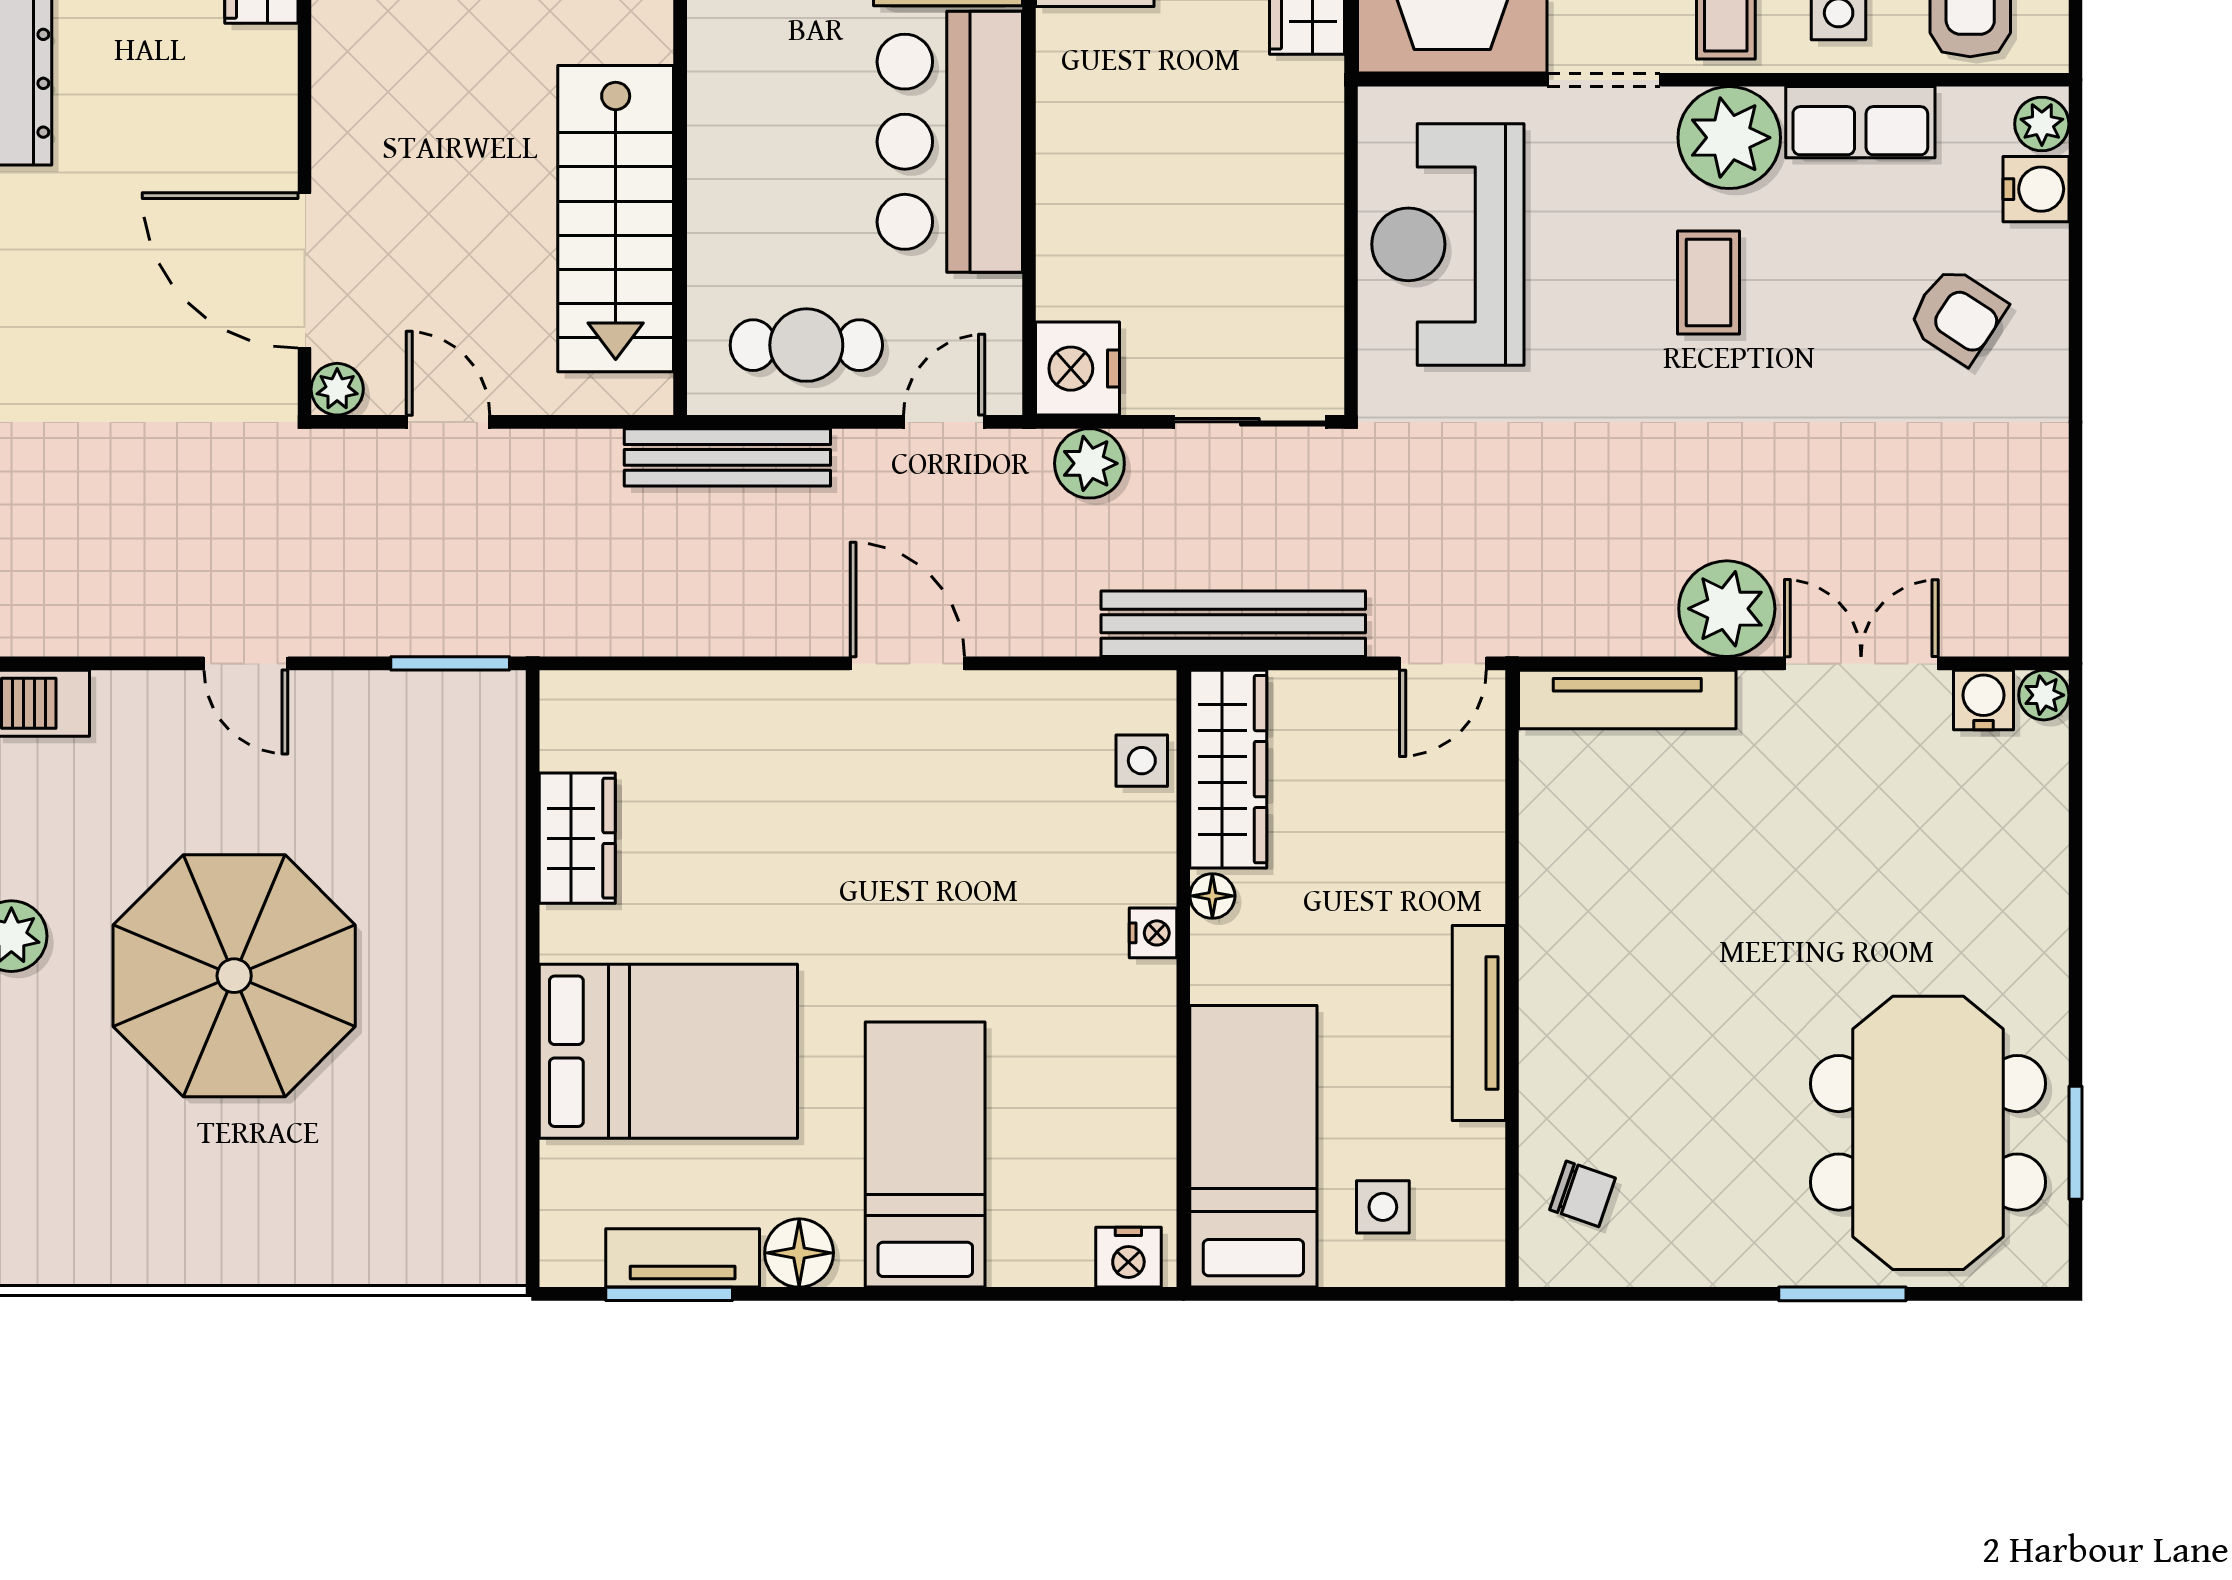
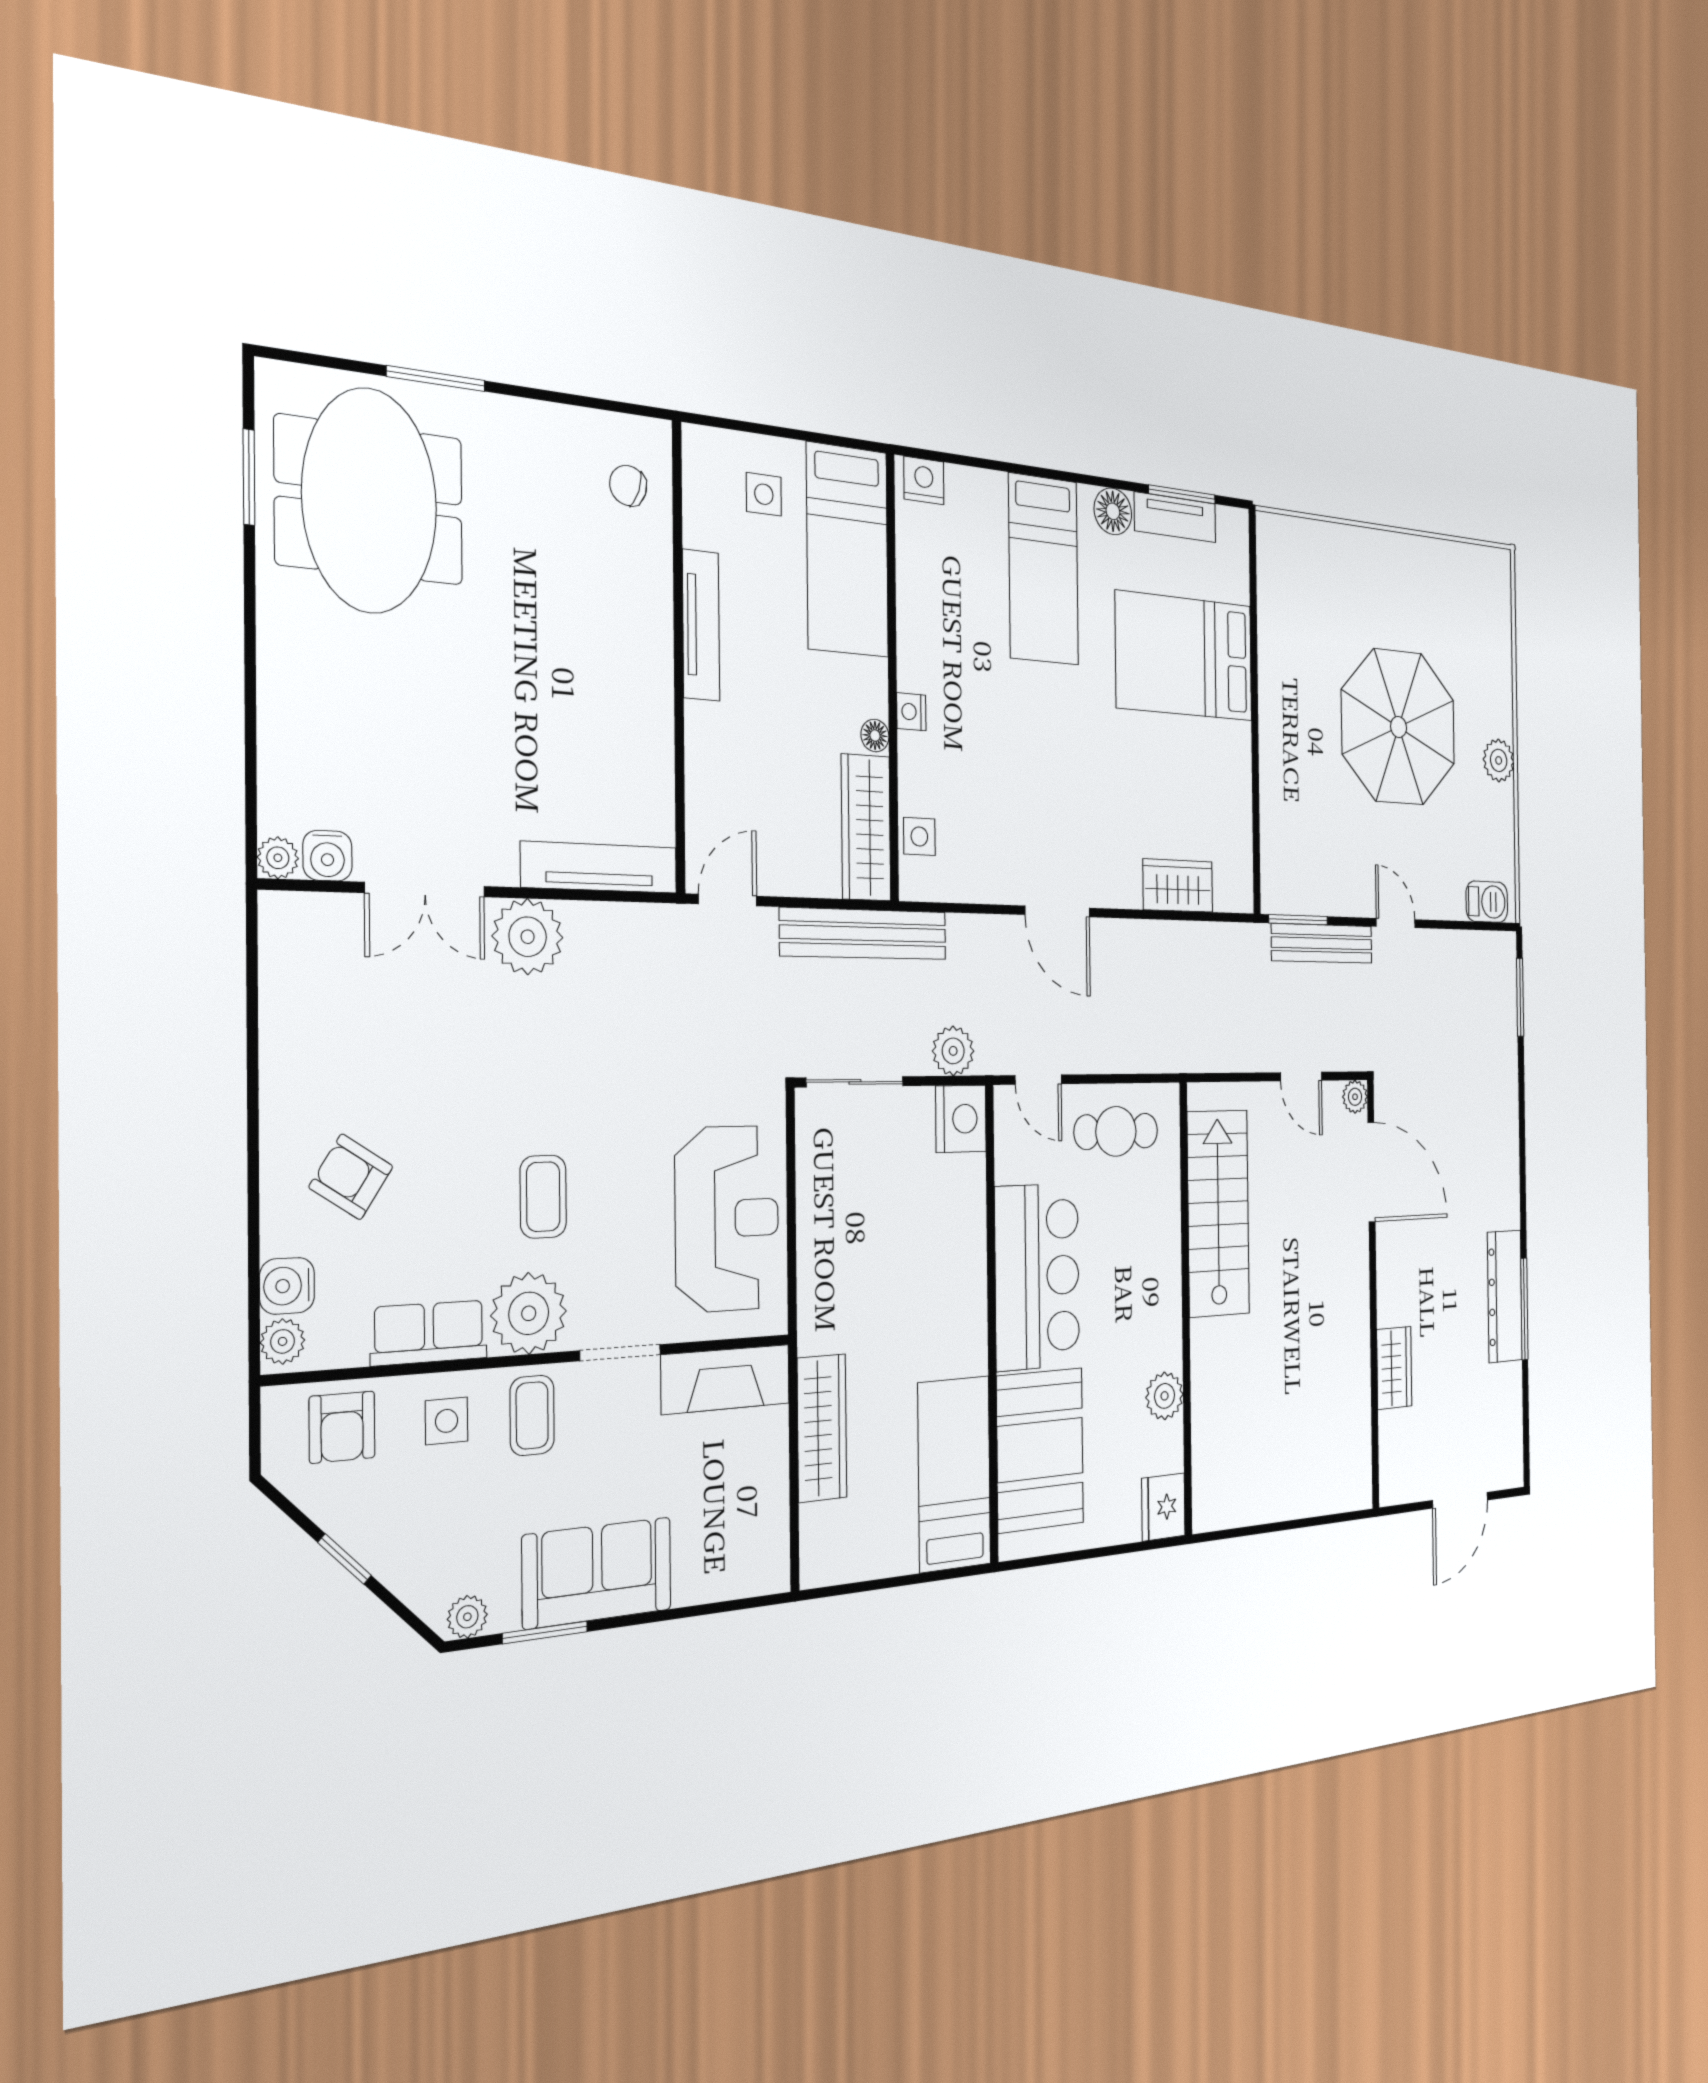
door: (944, 422) -> (1038, 1080), hinge flipped
bench: (727, 457) -> (1322, 943), moved
wardrobe: (577, 838) -> (1178, 886), moved, turned 90

